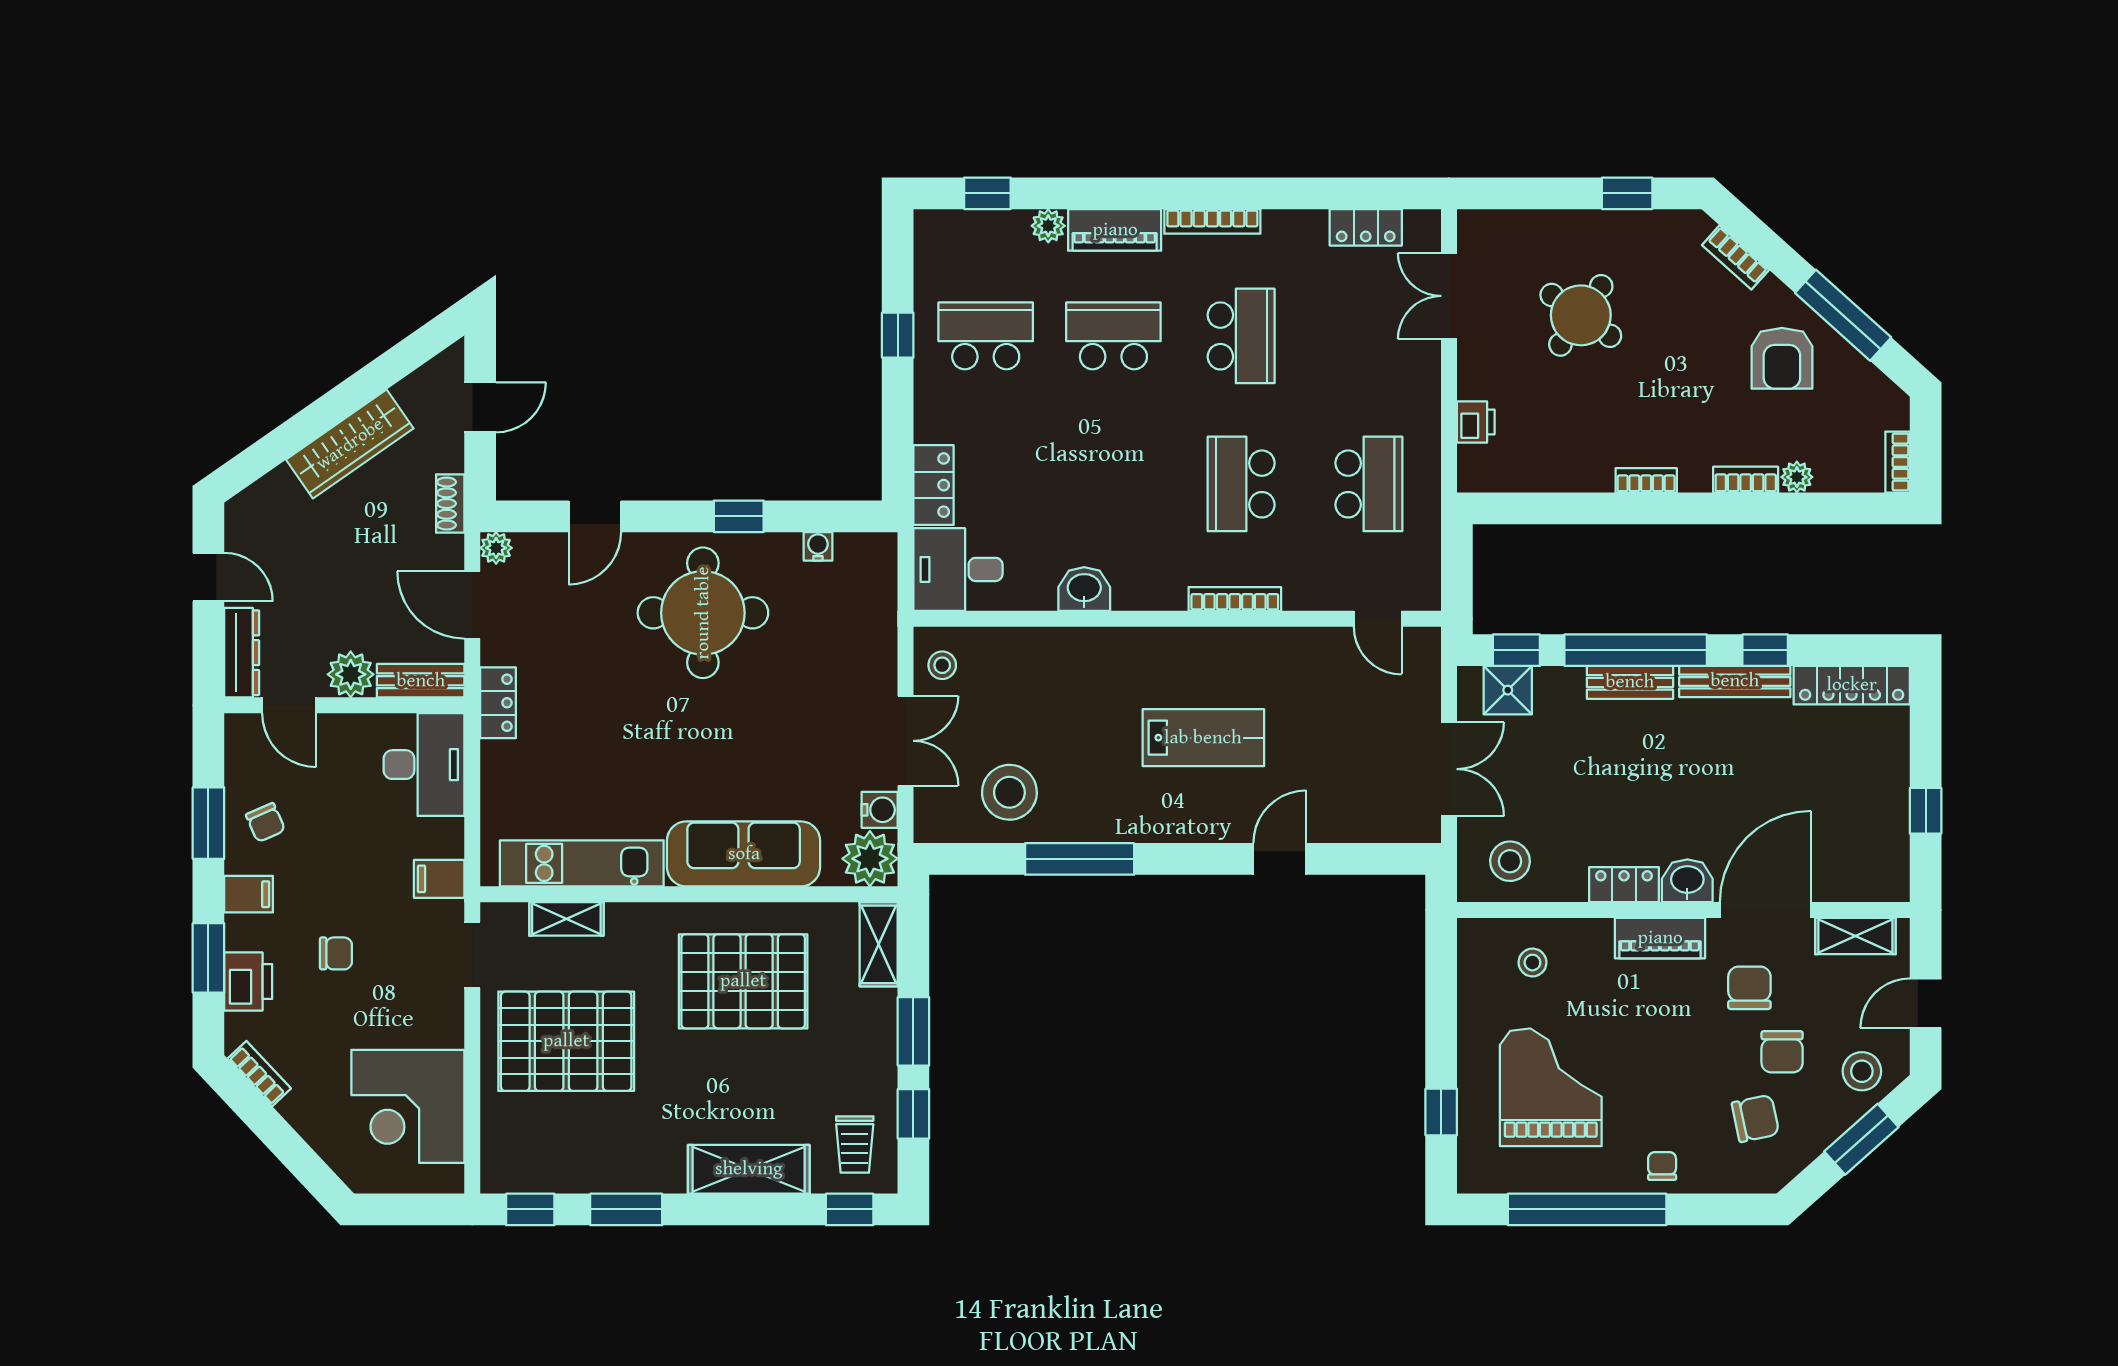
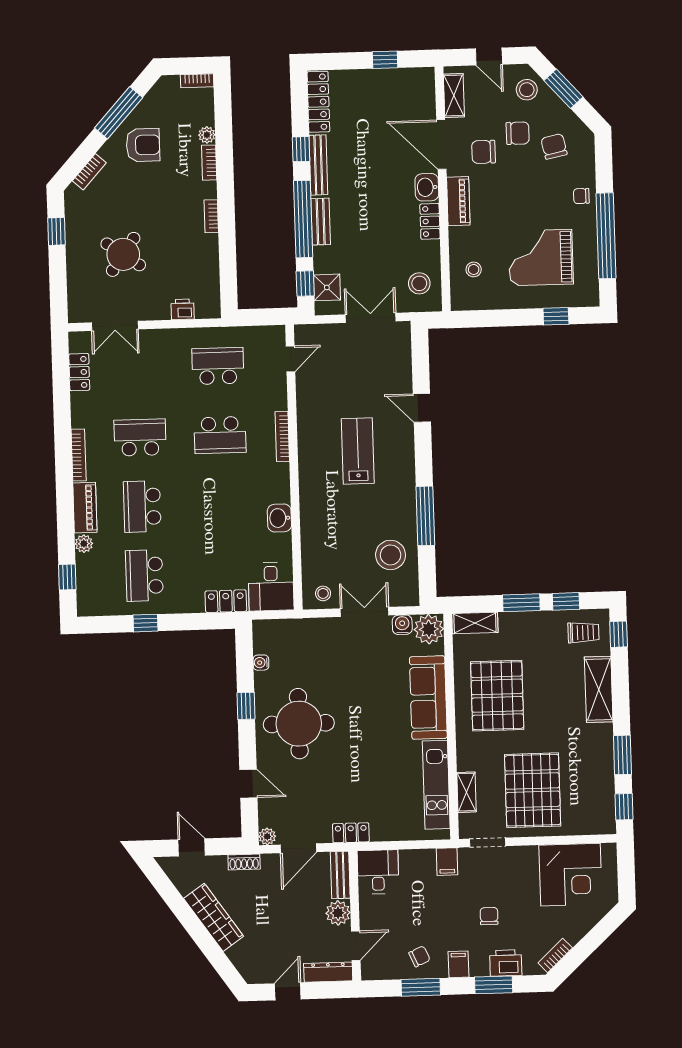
desk: (424, 765) -> (378, 872), width x0.73

